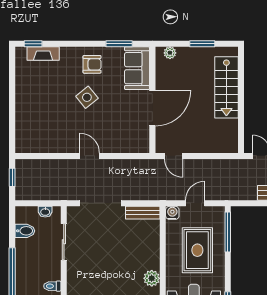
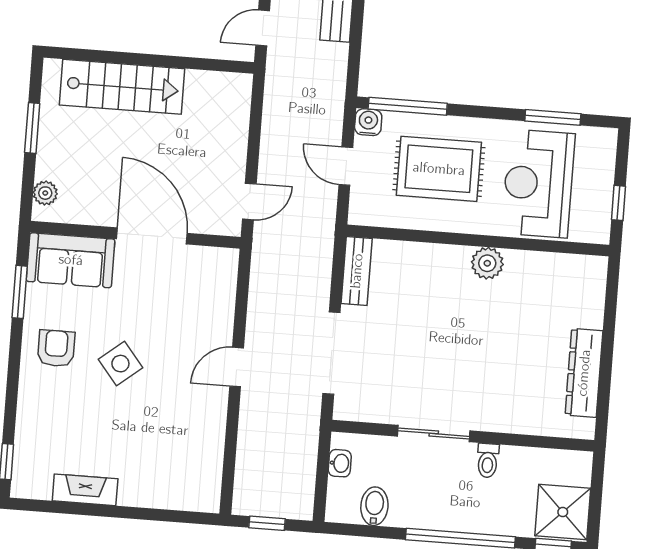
fireplace: (43, 54) -> (85, 490), moved, turned -90
water cooler: (172, 213) -> (368, 122), moved, turned 90
sliding door: (64, 242) -> (434, 434), moved

